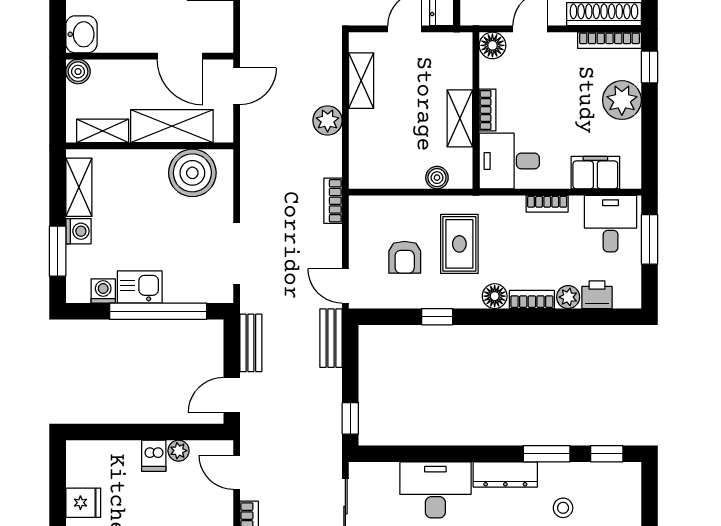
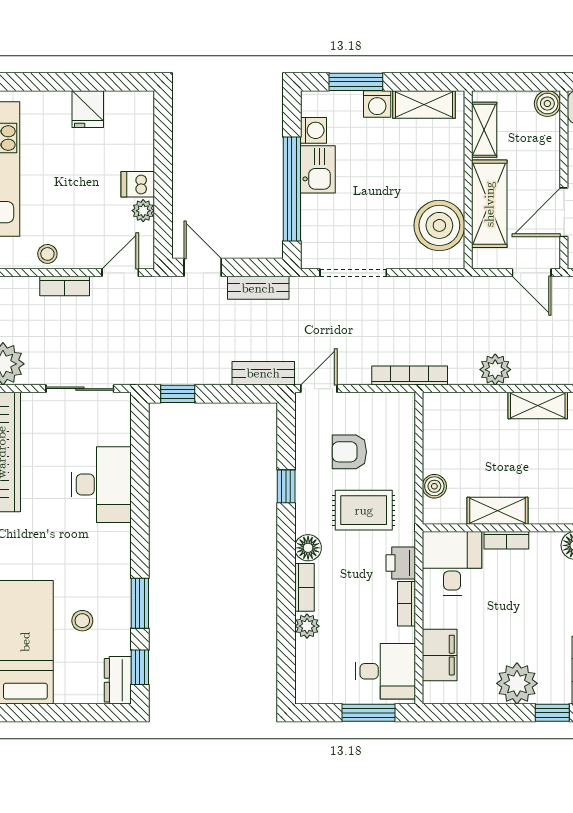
bookcase: (333, 201) -> (410, 375), width x1.56
printer: (597, 295) -> (401, 563), moved, turned 180
dresser: (505, 474) -> (118, 680), moved, width x0.70

